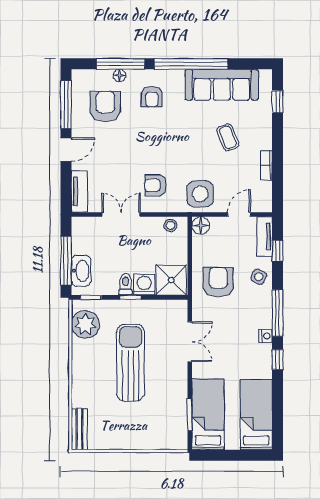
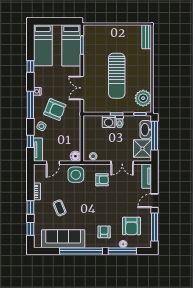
window: (278, 138) -> (30, 207), added
shower: (171, 280) -> (142, 149), moved
armchair: (218, 282) -> (55, 109), moved, turned -68
window: (278, 360) -> (30, 66), moved

